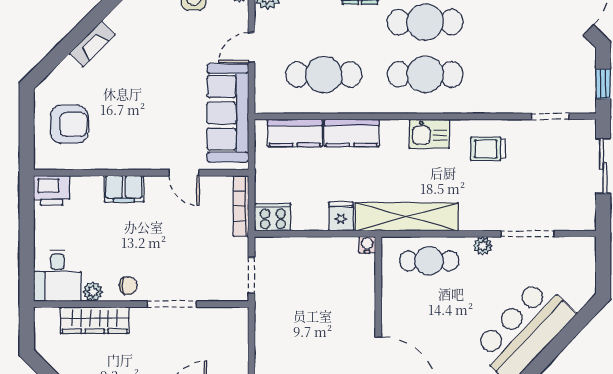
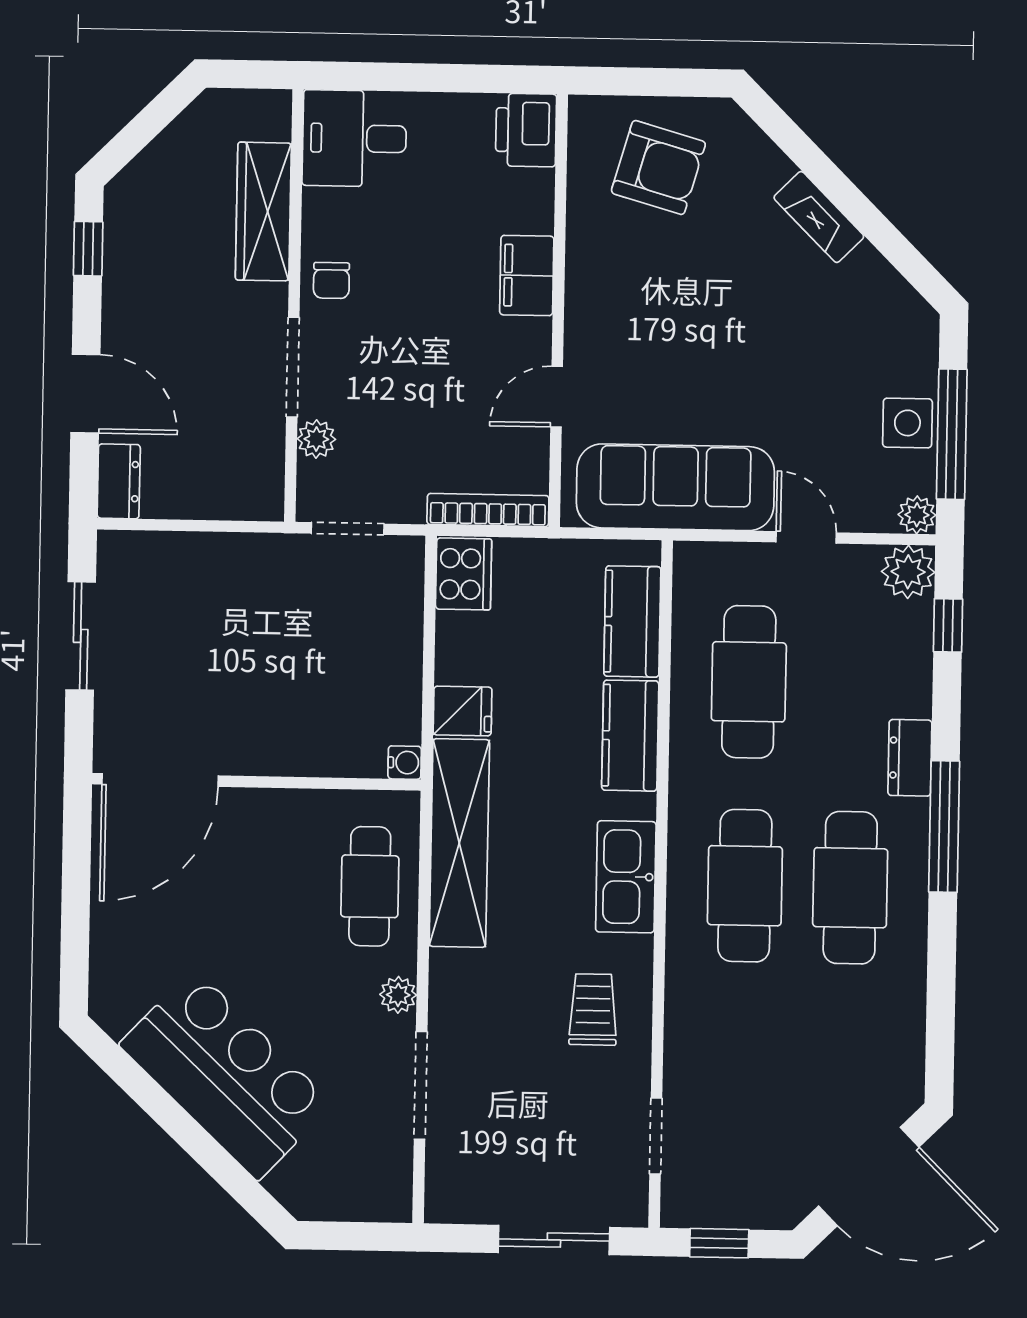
armchair: (69, 124) -> (658, 167), turned -74
kitchen sink: (429, 134) -> (626, 877), width x1.38
plant: (93, 292) -> (316, 439), moved

